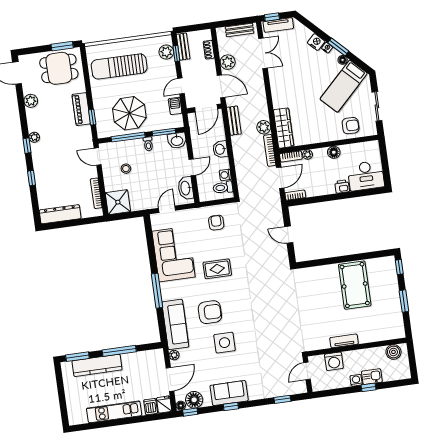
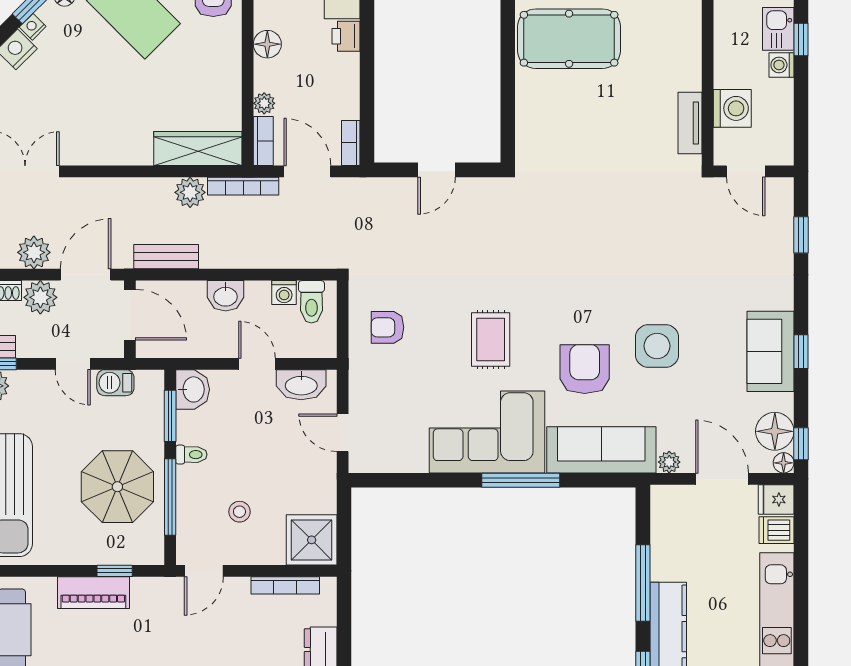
plant: (208, 68) -> (40, 297), added
corner sofa: (174, 254) -> (487, 432), moved
tv unit: (344, 341) -> (690, 123), moved

